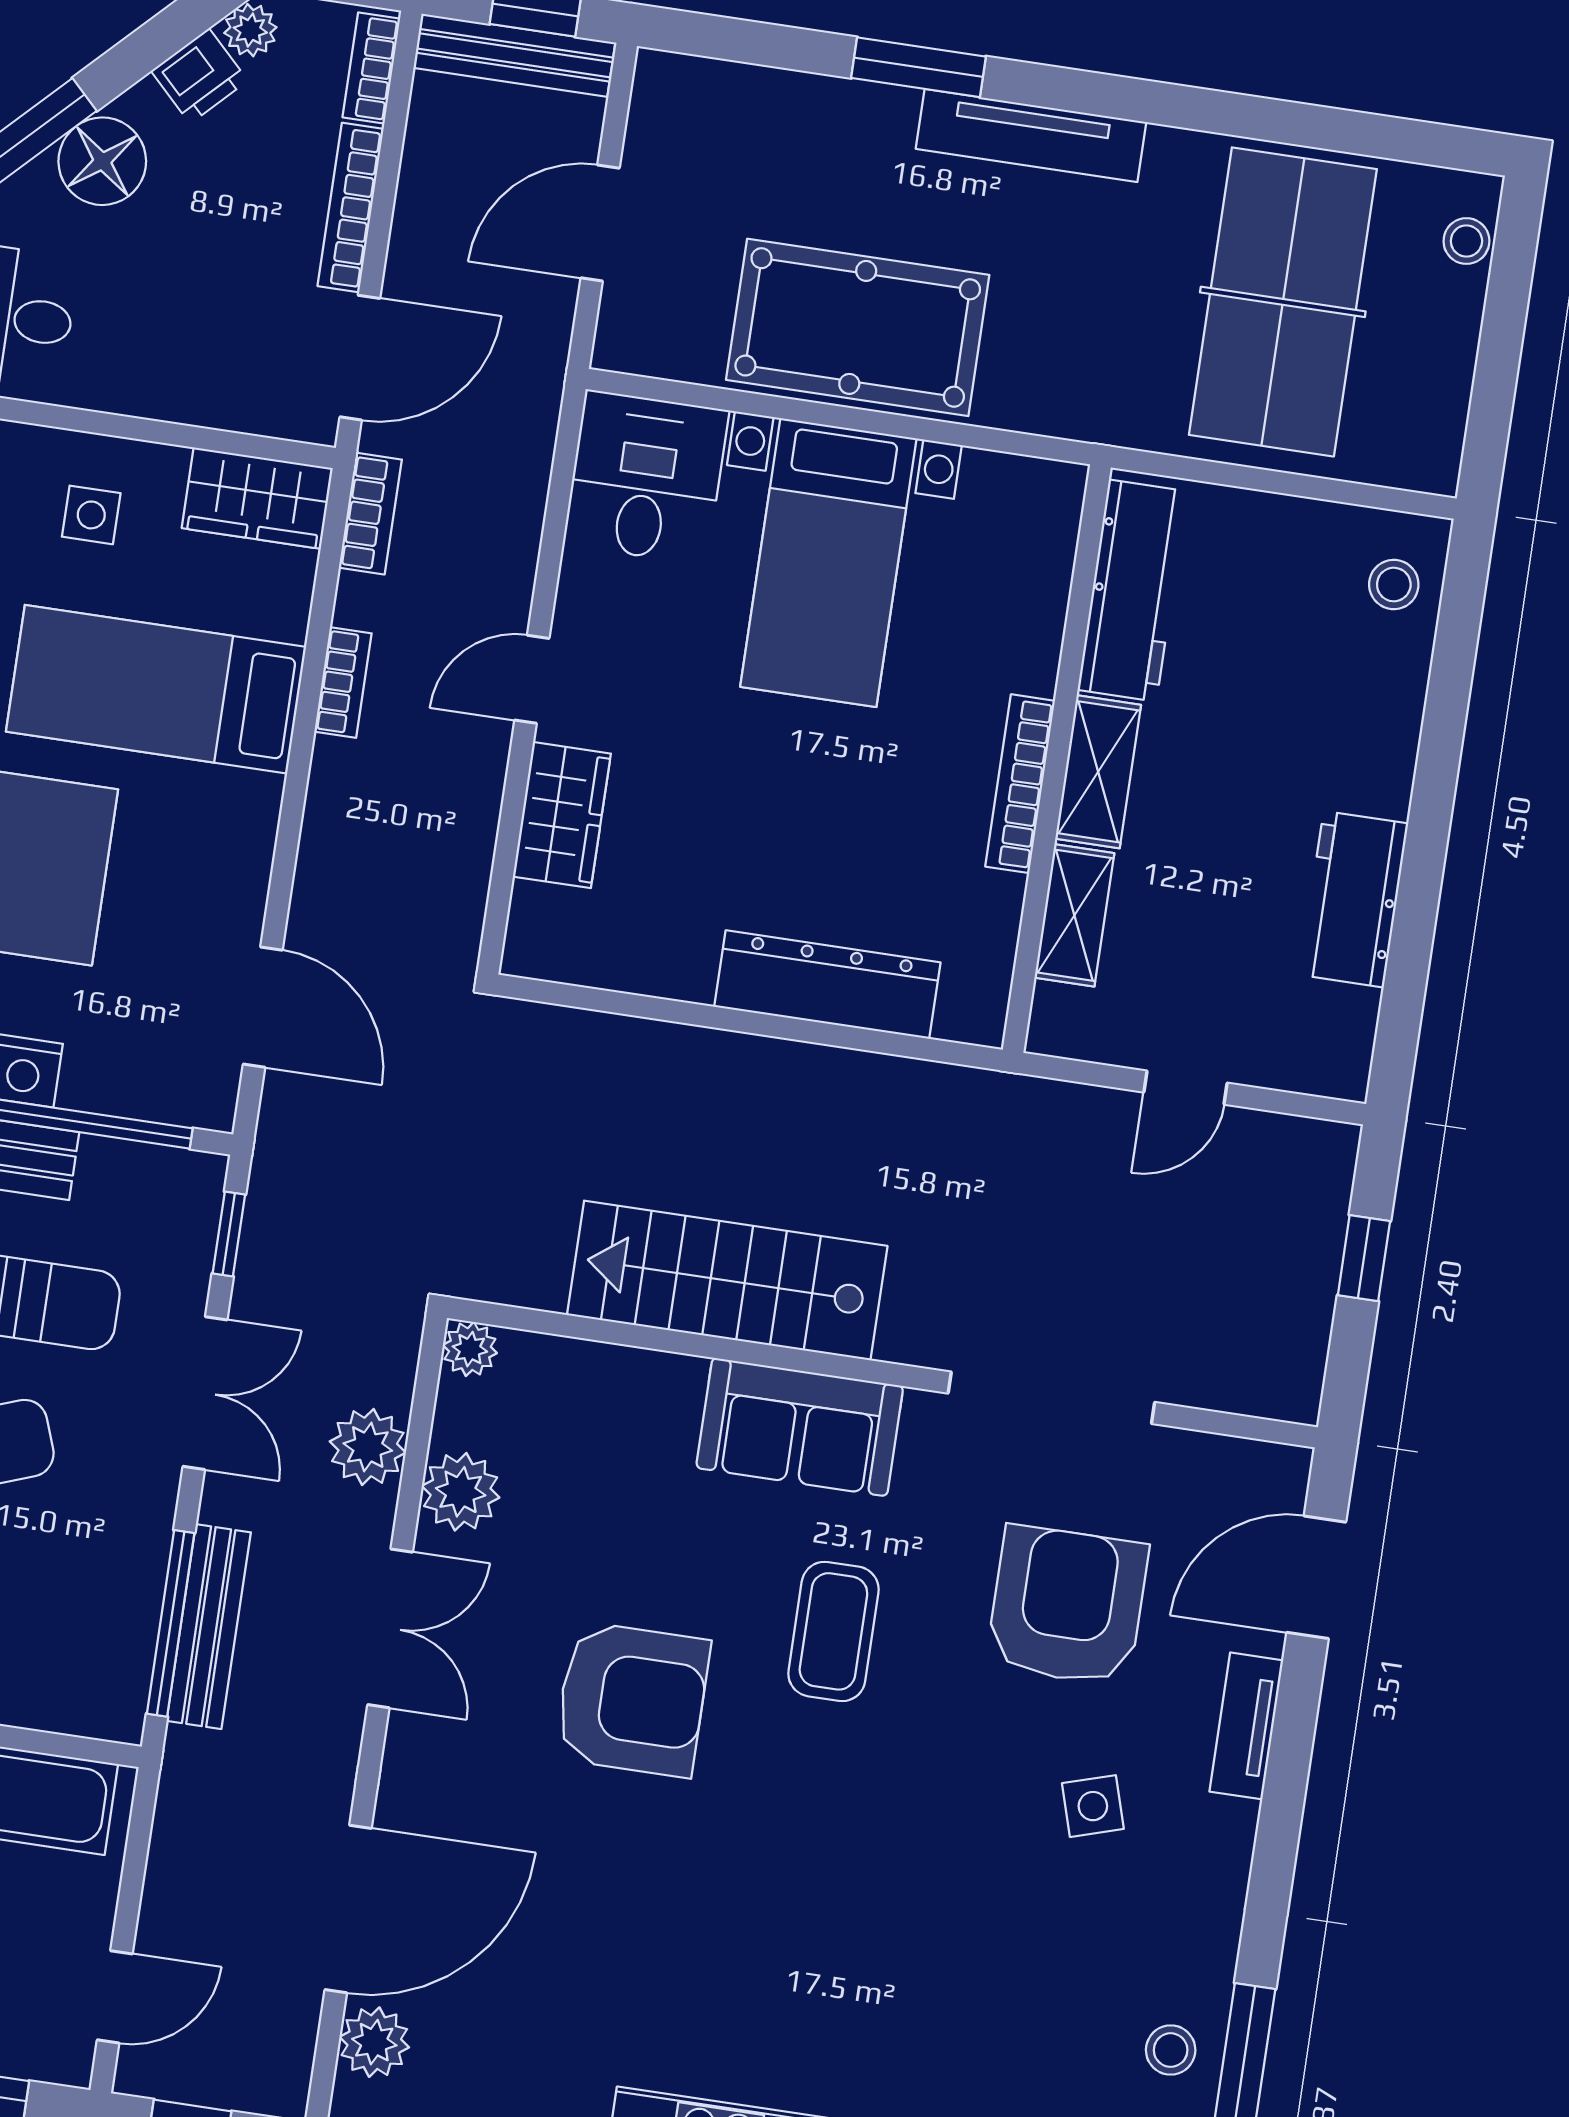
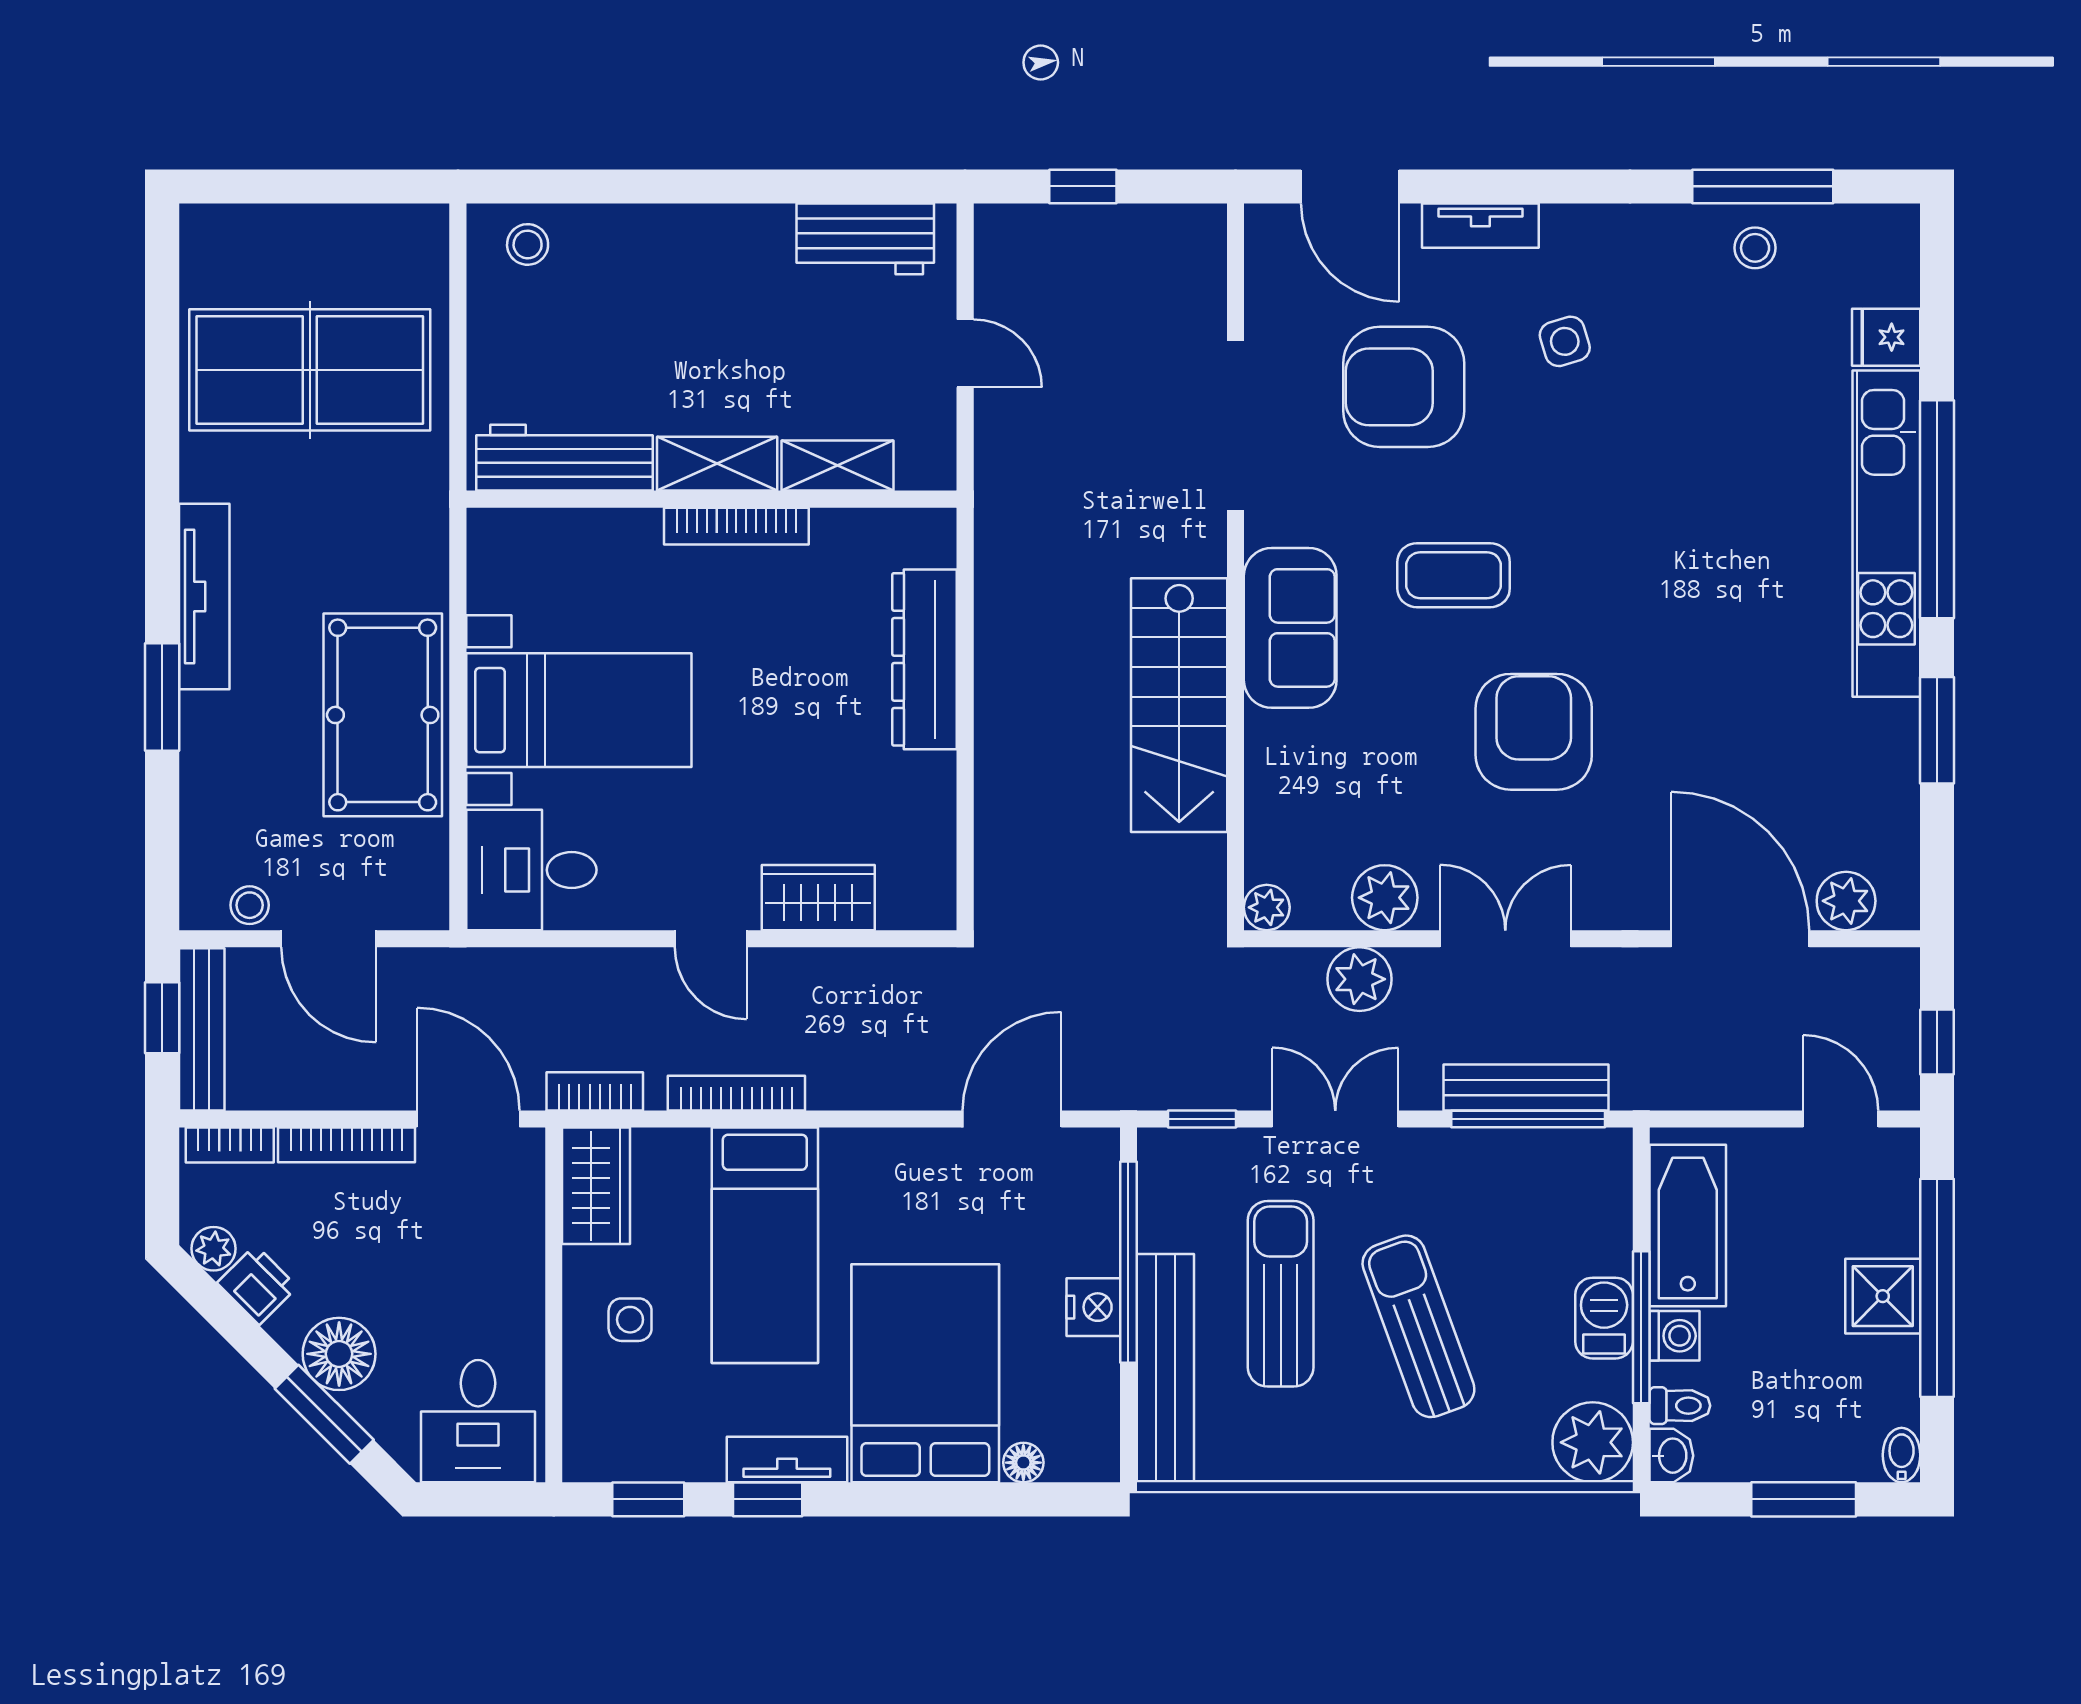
stool: (1466, 241) -> (250, 905), moved
bookcase: (343, 683) -> (736, 1093), width x1.56
workbench: (1354, 899) -> (865, 239), moved

